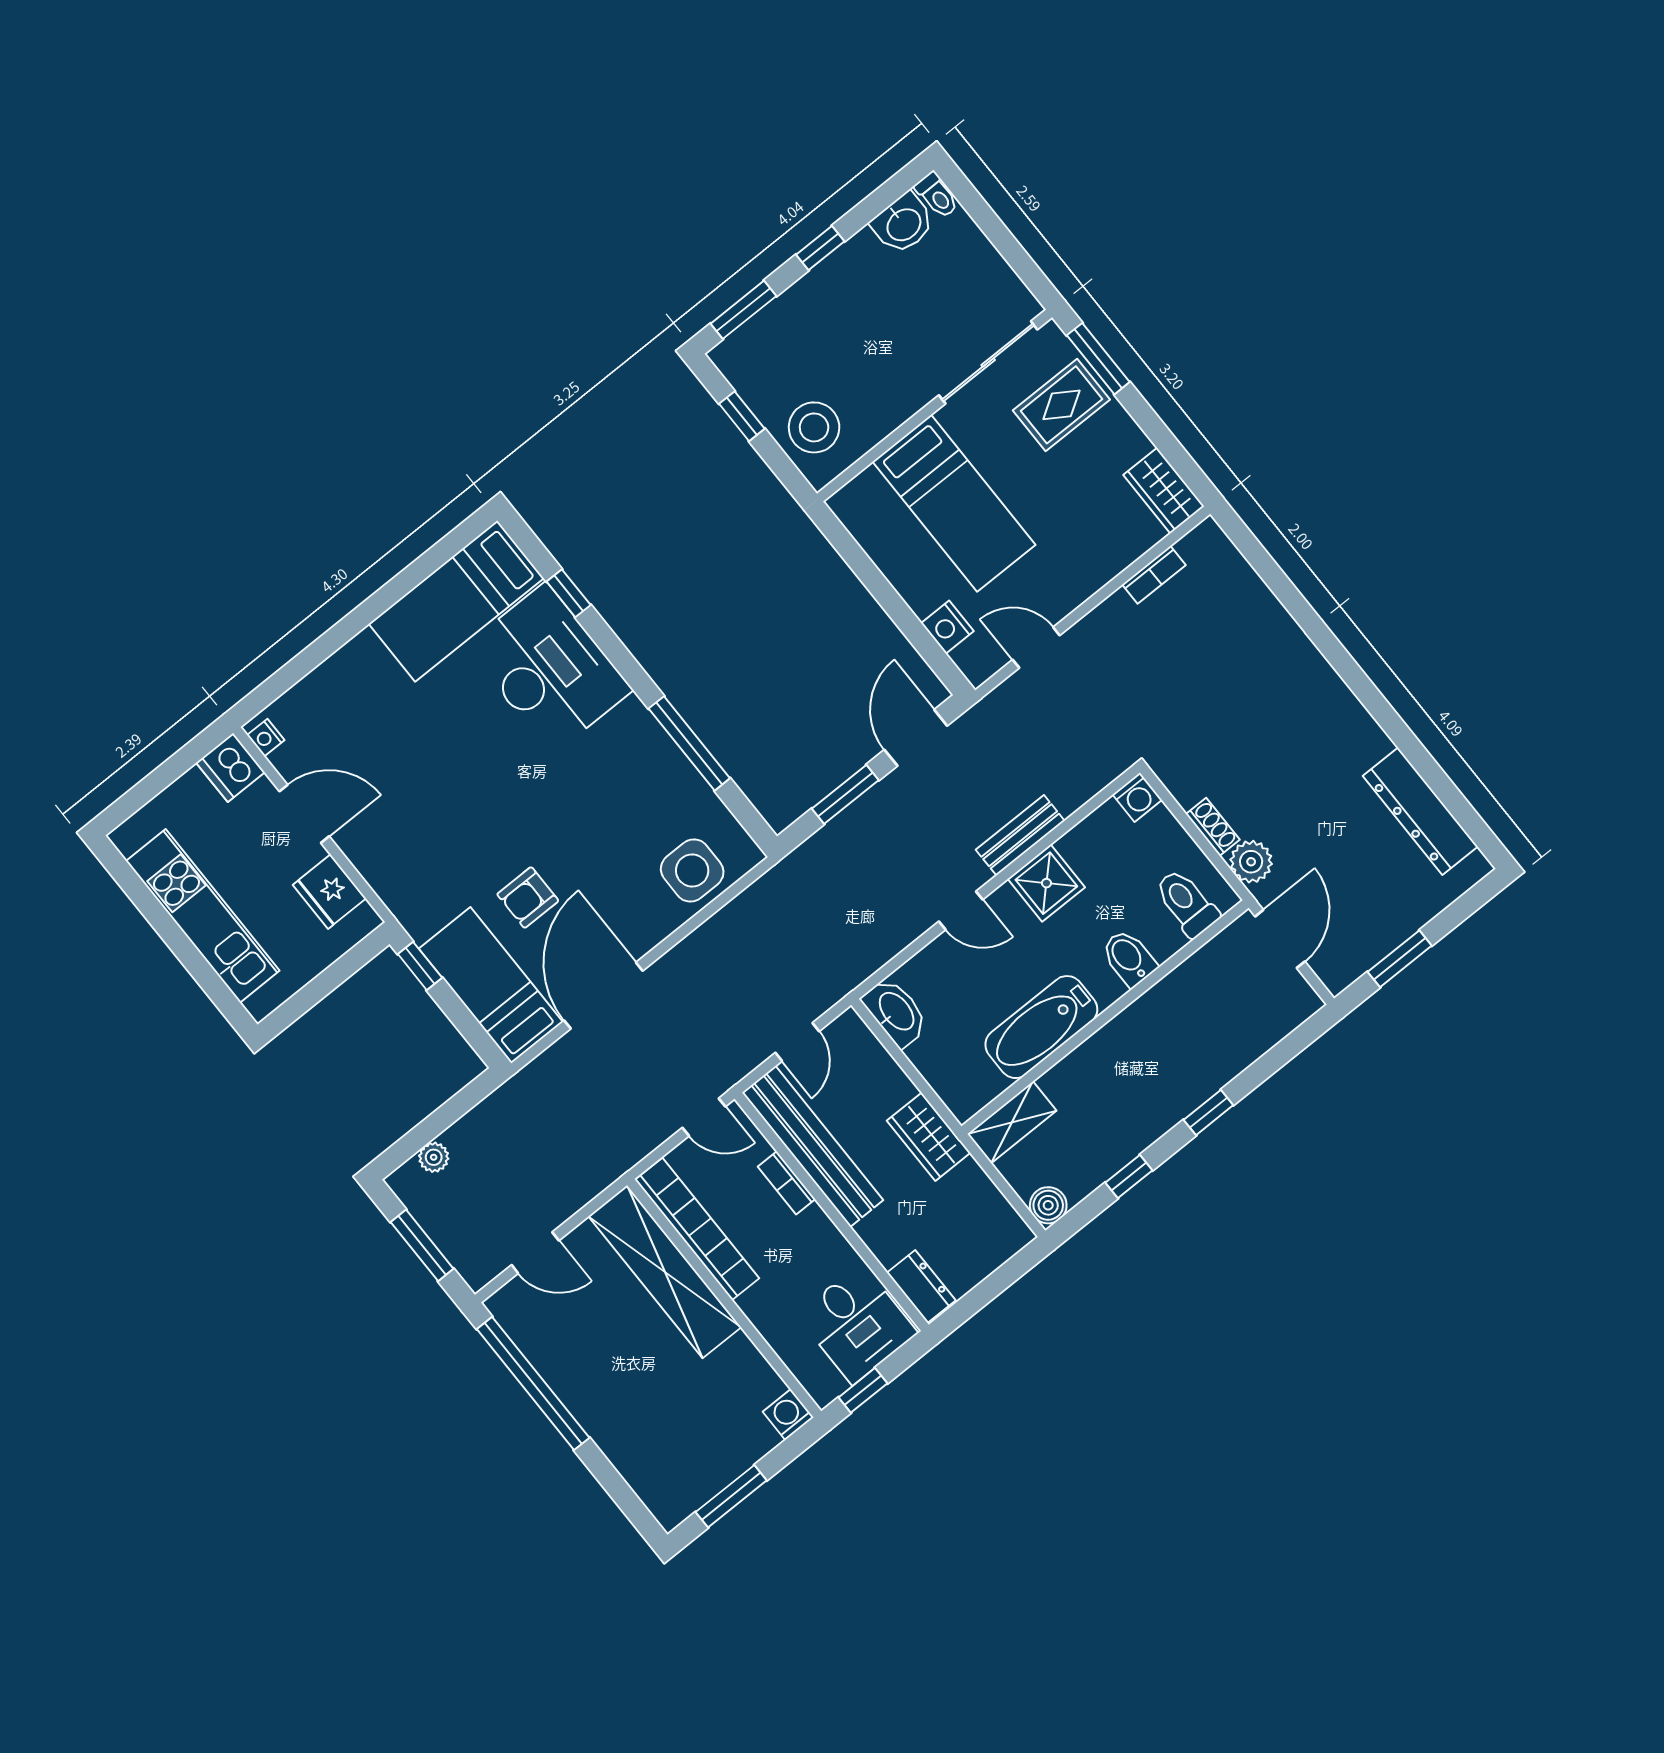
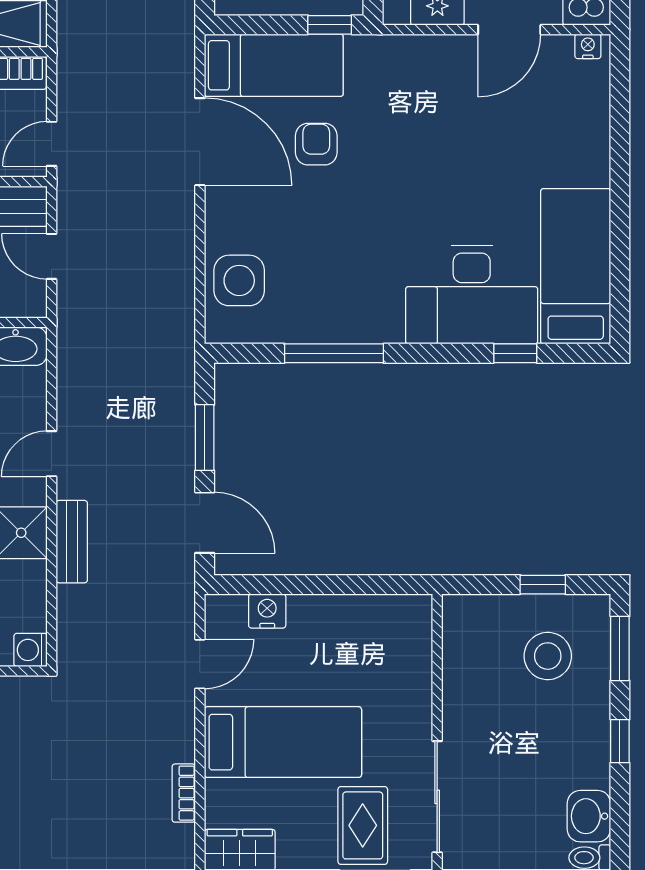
stool: (814, 427) -> (548, 656), moved
bed: (954, 503) -> (283, 742), moved, turned 180

